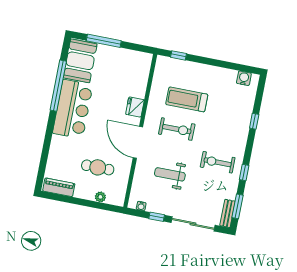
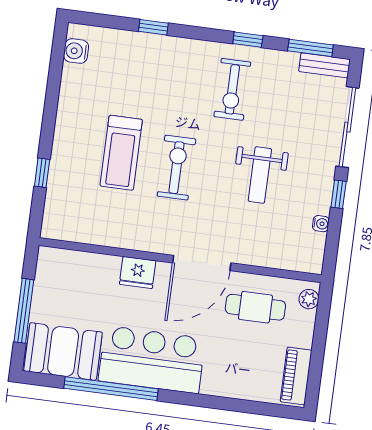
fridge: (135, 107) -> (138, 272), moved
wall: (140, 131) -> (180, 260), moved
door: (138, 142) -> (202, 263), moved
cafe table: (98, 167) -> (255, 307), turned 90

